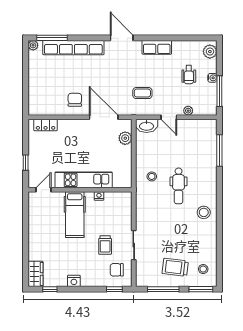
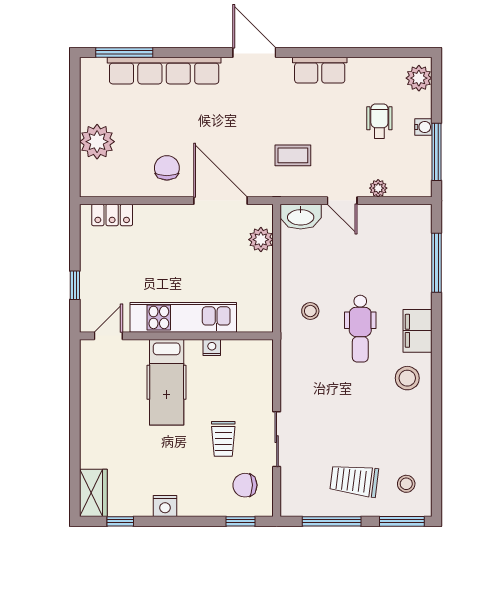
plant: (33, 45) -> (97, 142), moved, width x1.88, depth x1.88
wheelchair: (189, 75) -> (379, 121), turned 180
filing cabinet: (209, 187) -> (417, 331), added

